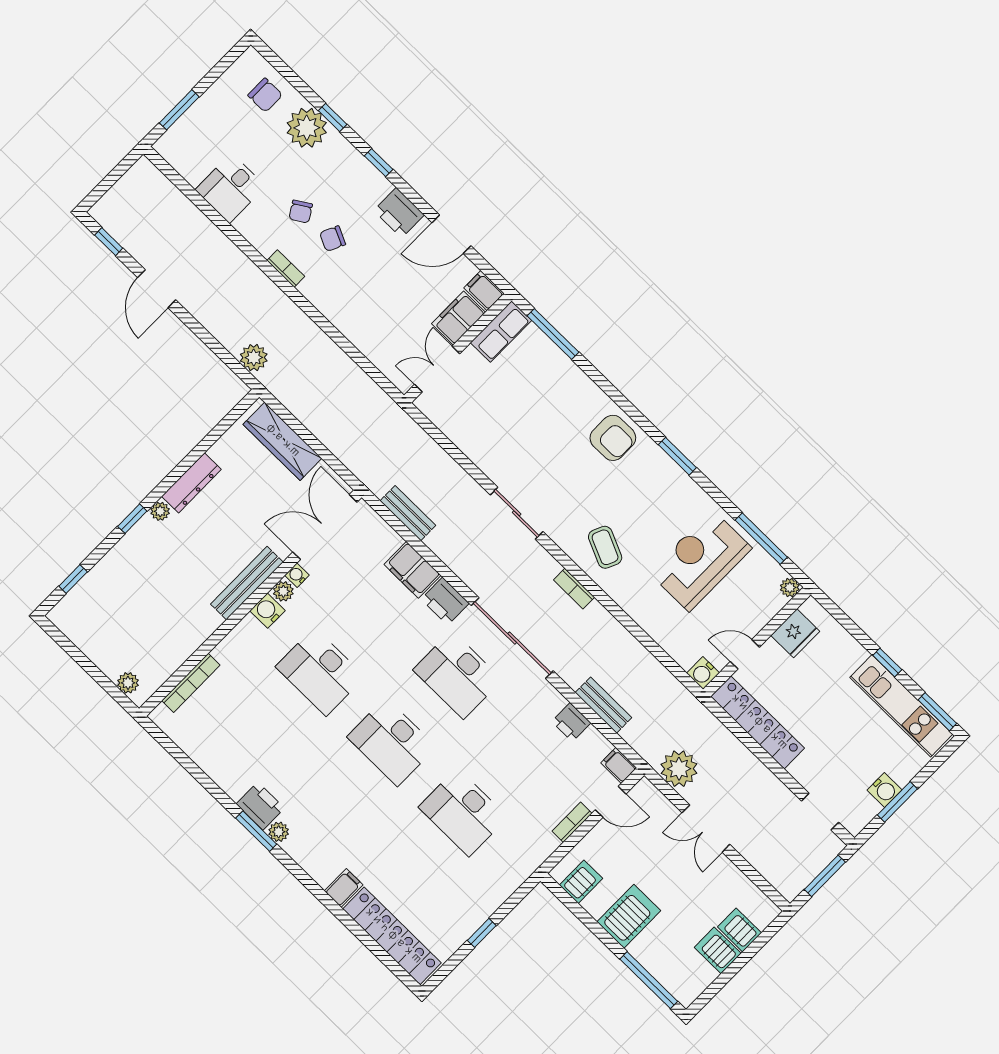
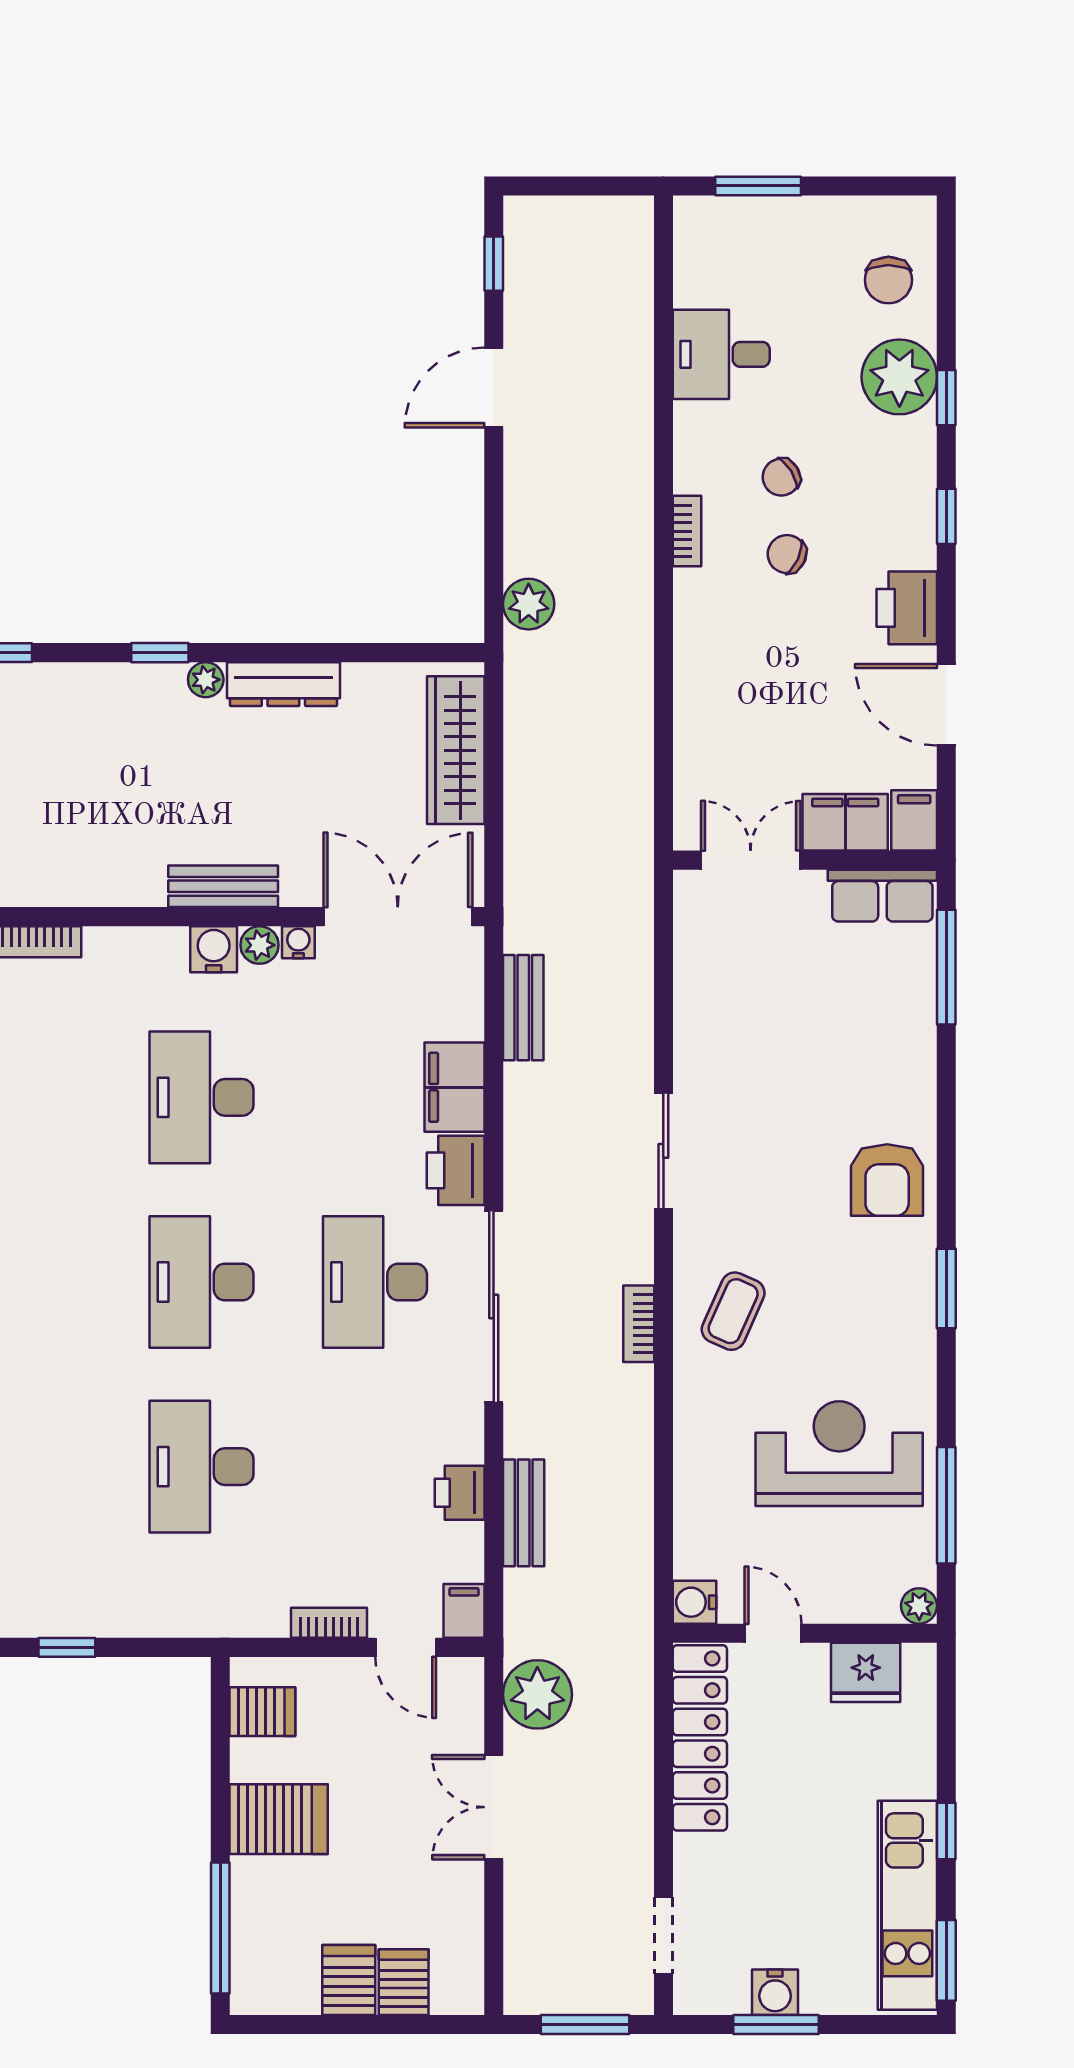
bench: (247, 583) -> (223, 886), width x0.73

